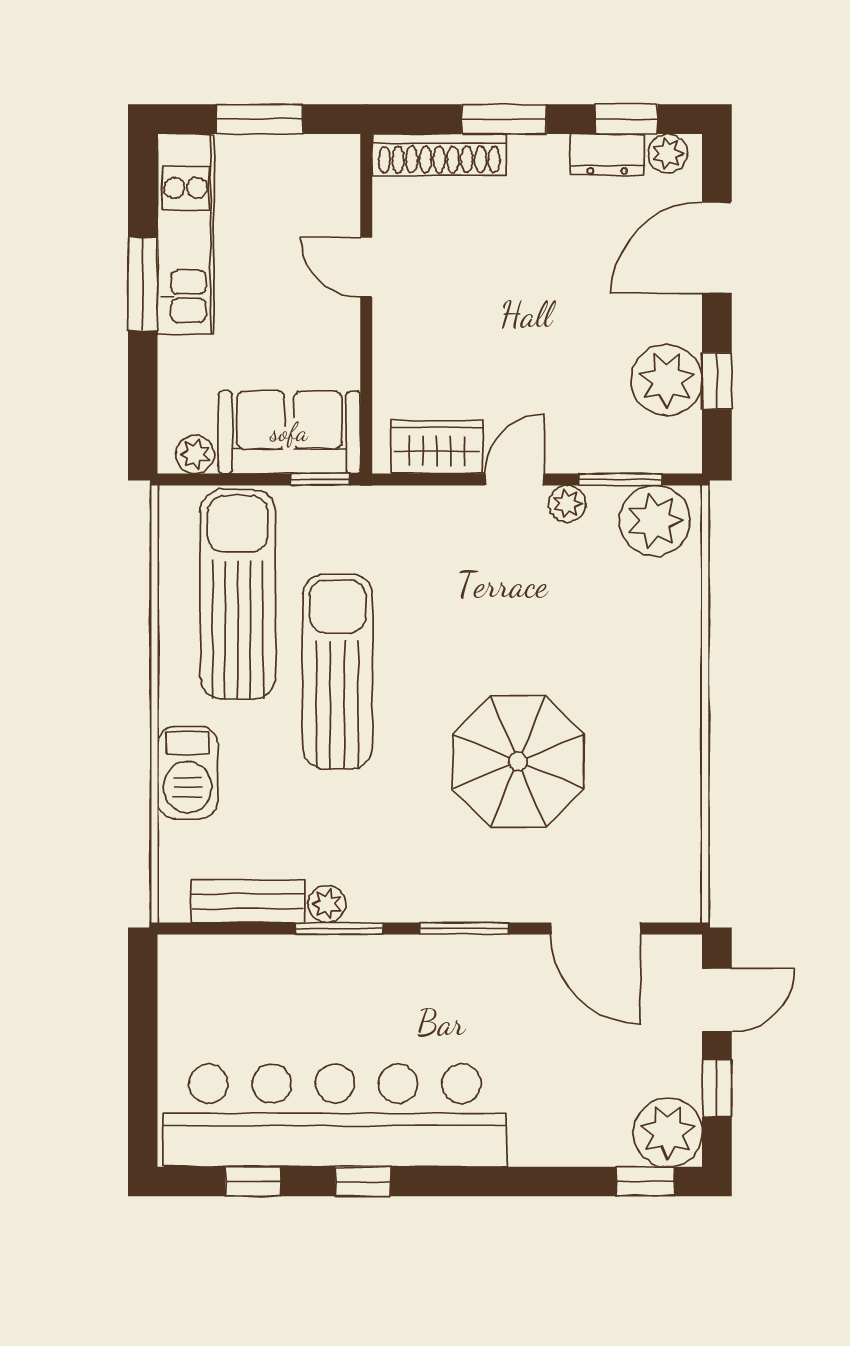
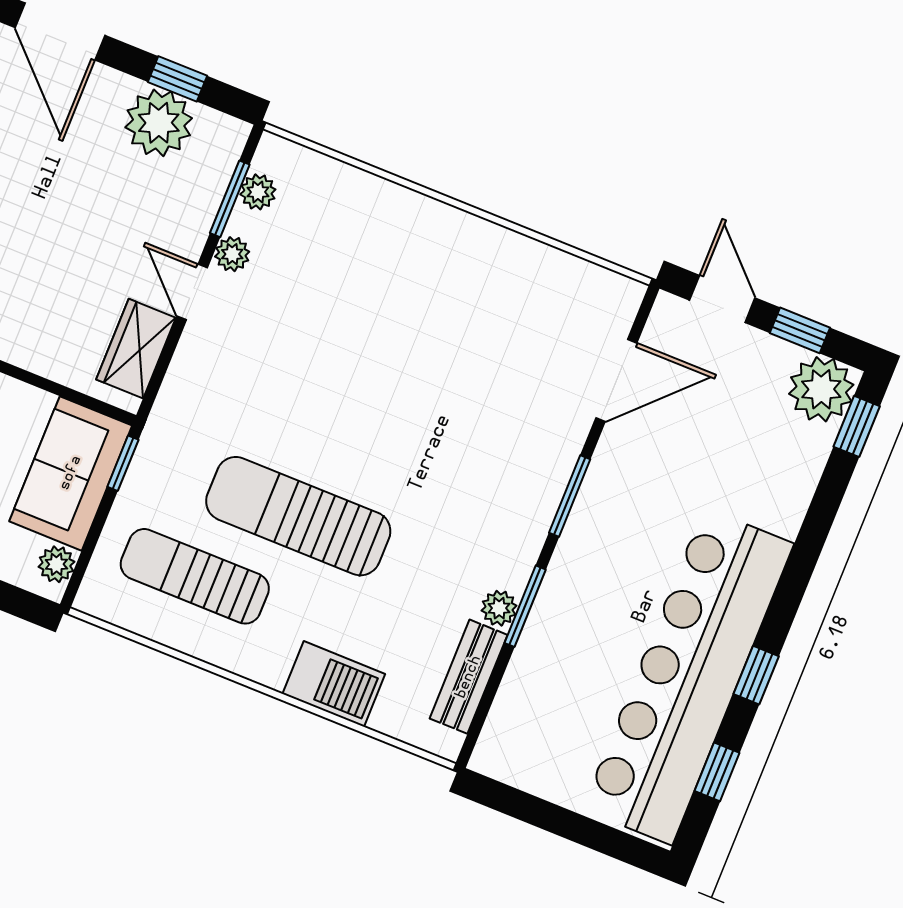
plant: (655, 521) -> (258, 192), width x0.53, depth x0.53
sun lounger: (238, 594) -> (195, 576), width x0.73, depth x0.75
parasol: (518, 761) -> (442, 389), removed

